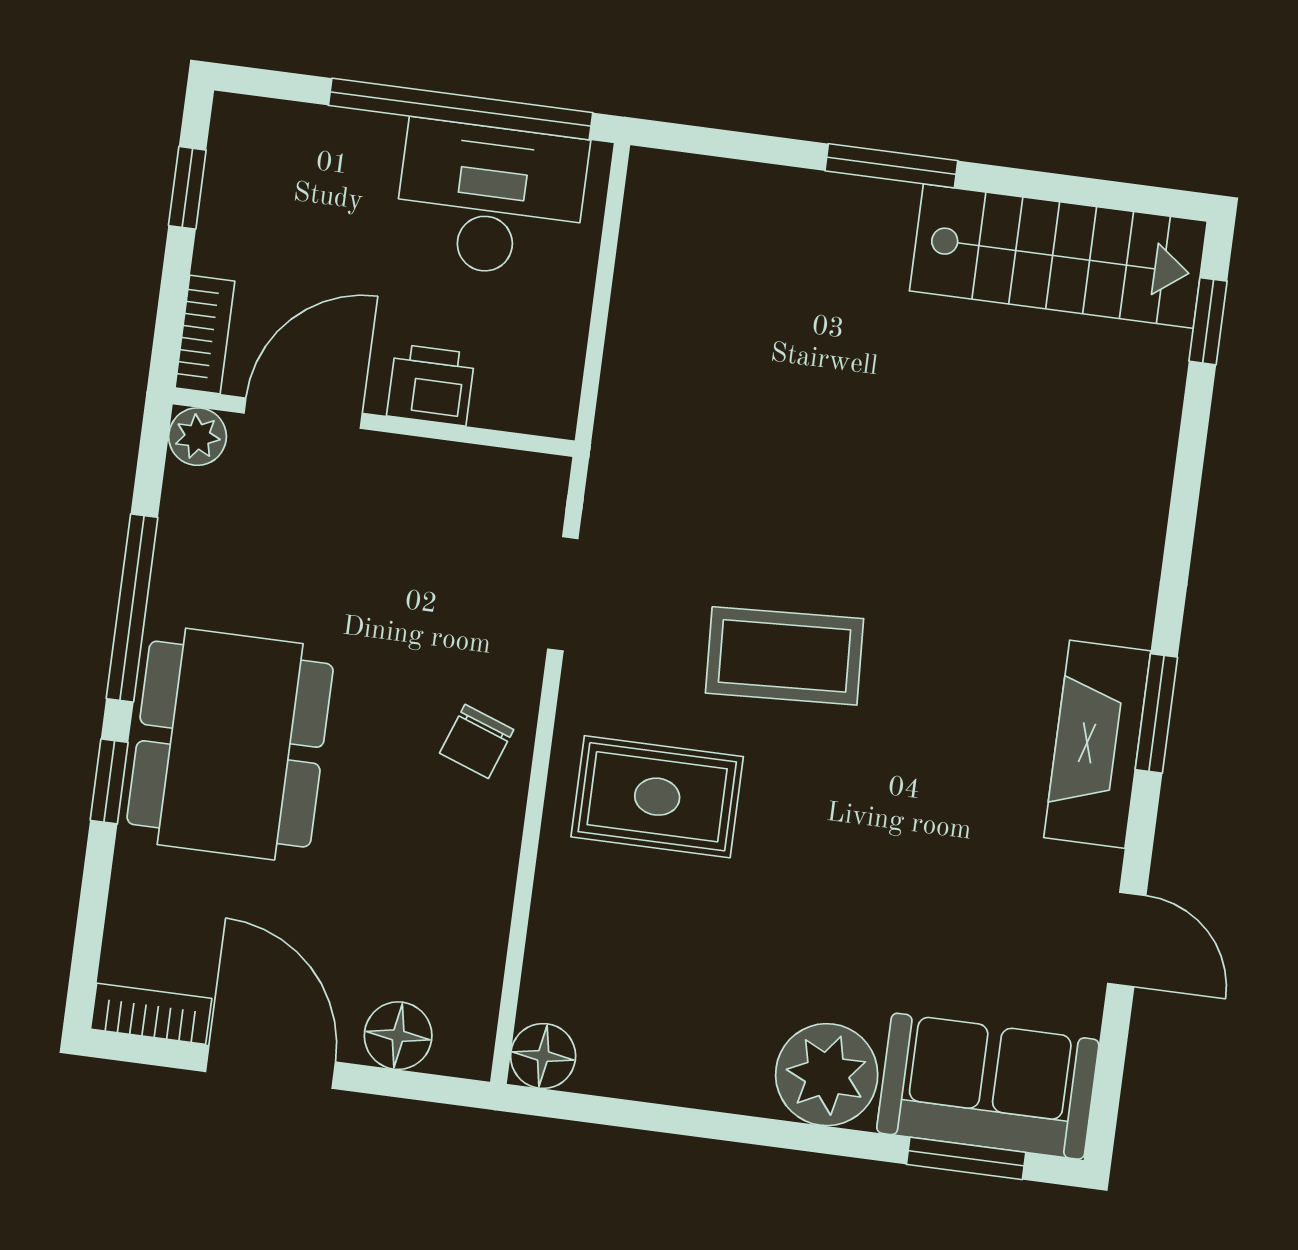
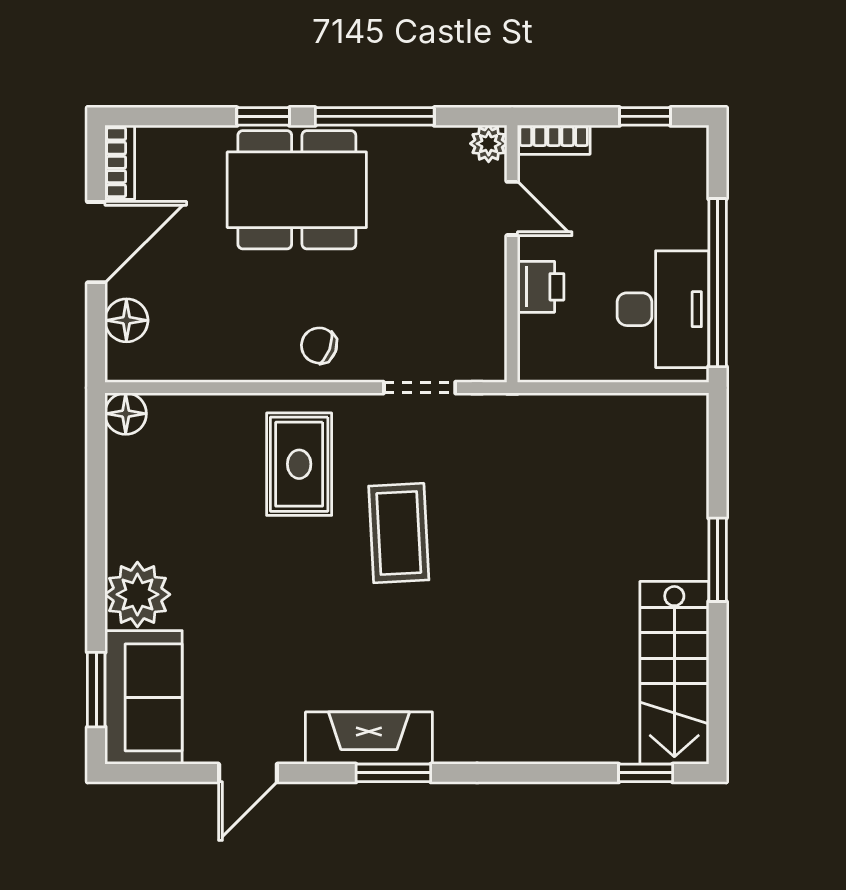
door: (303, 413) -> (512, 208), width x0.73

